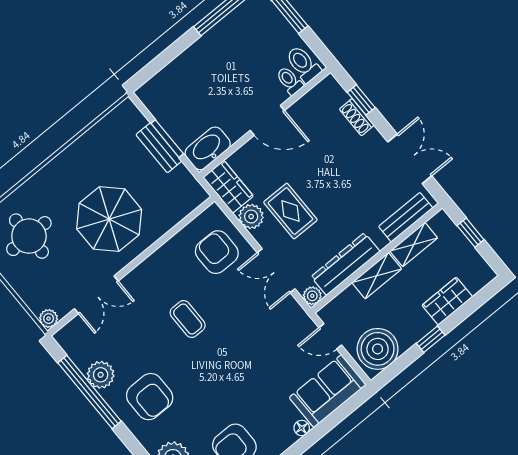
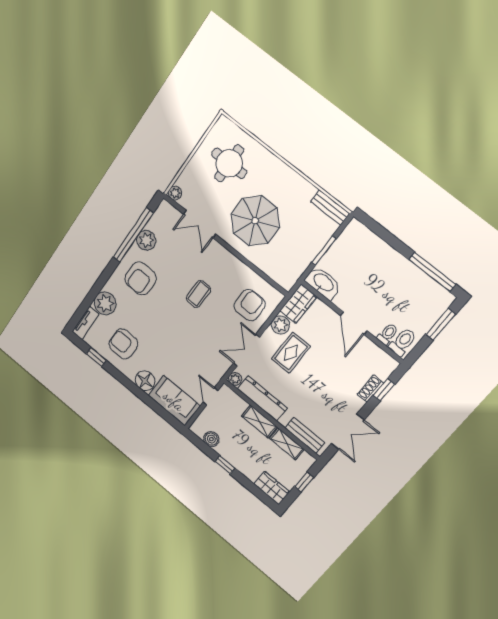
bench: (159, 148) -> (330, 208), moved, turned 90
wardrobe: (447, 301) -> (272, 488), moved
boiler: (378, 349) -> (211, 439), width x0.54, depth x0.54
floor lamp: (302, 428) -> (145, 381), width x1.89, depth x1.89

